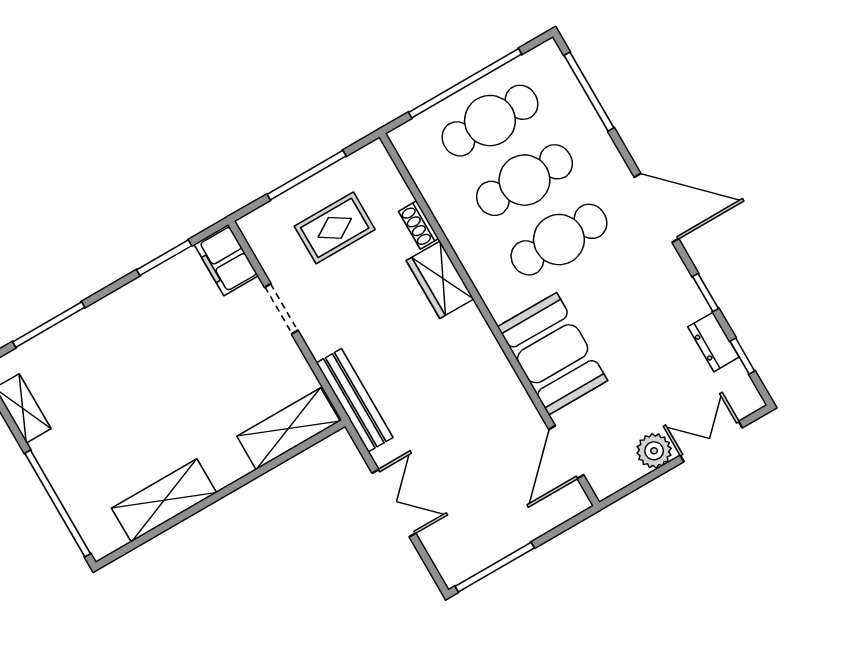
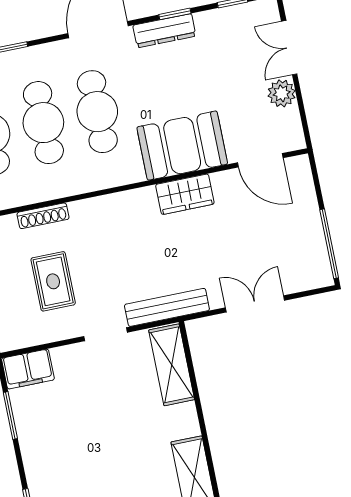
shoe rack: (418, 225) -> (43, 216), width x1.43
rug: (335, 228) -> (53, 281), moved
wardrobe: (440, 280) -> (185, 194), moved
doorway: (281, 309) -> (106, 334), moved
dresser: (713, 342) -> (164, 31), moved, width x1.44

